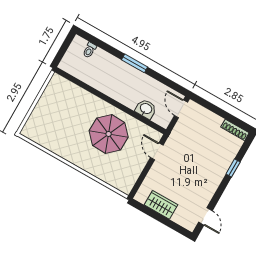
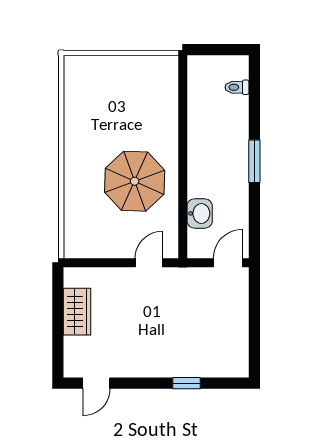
shoe rack: (235, 130) -> (241, 355), removed

